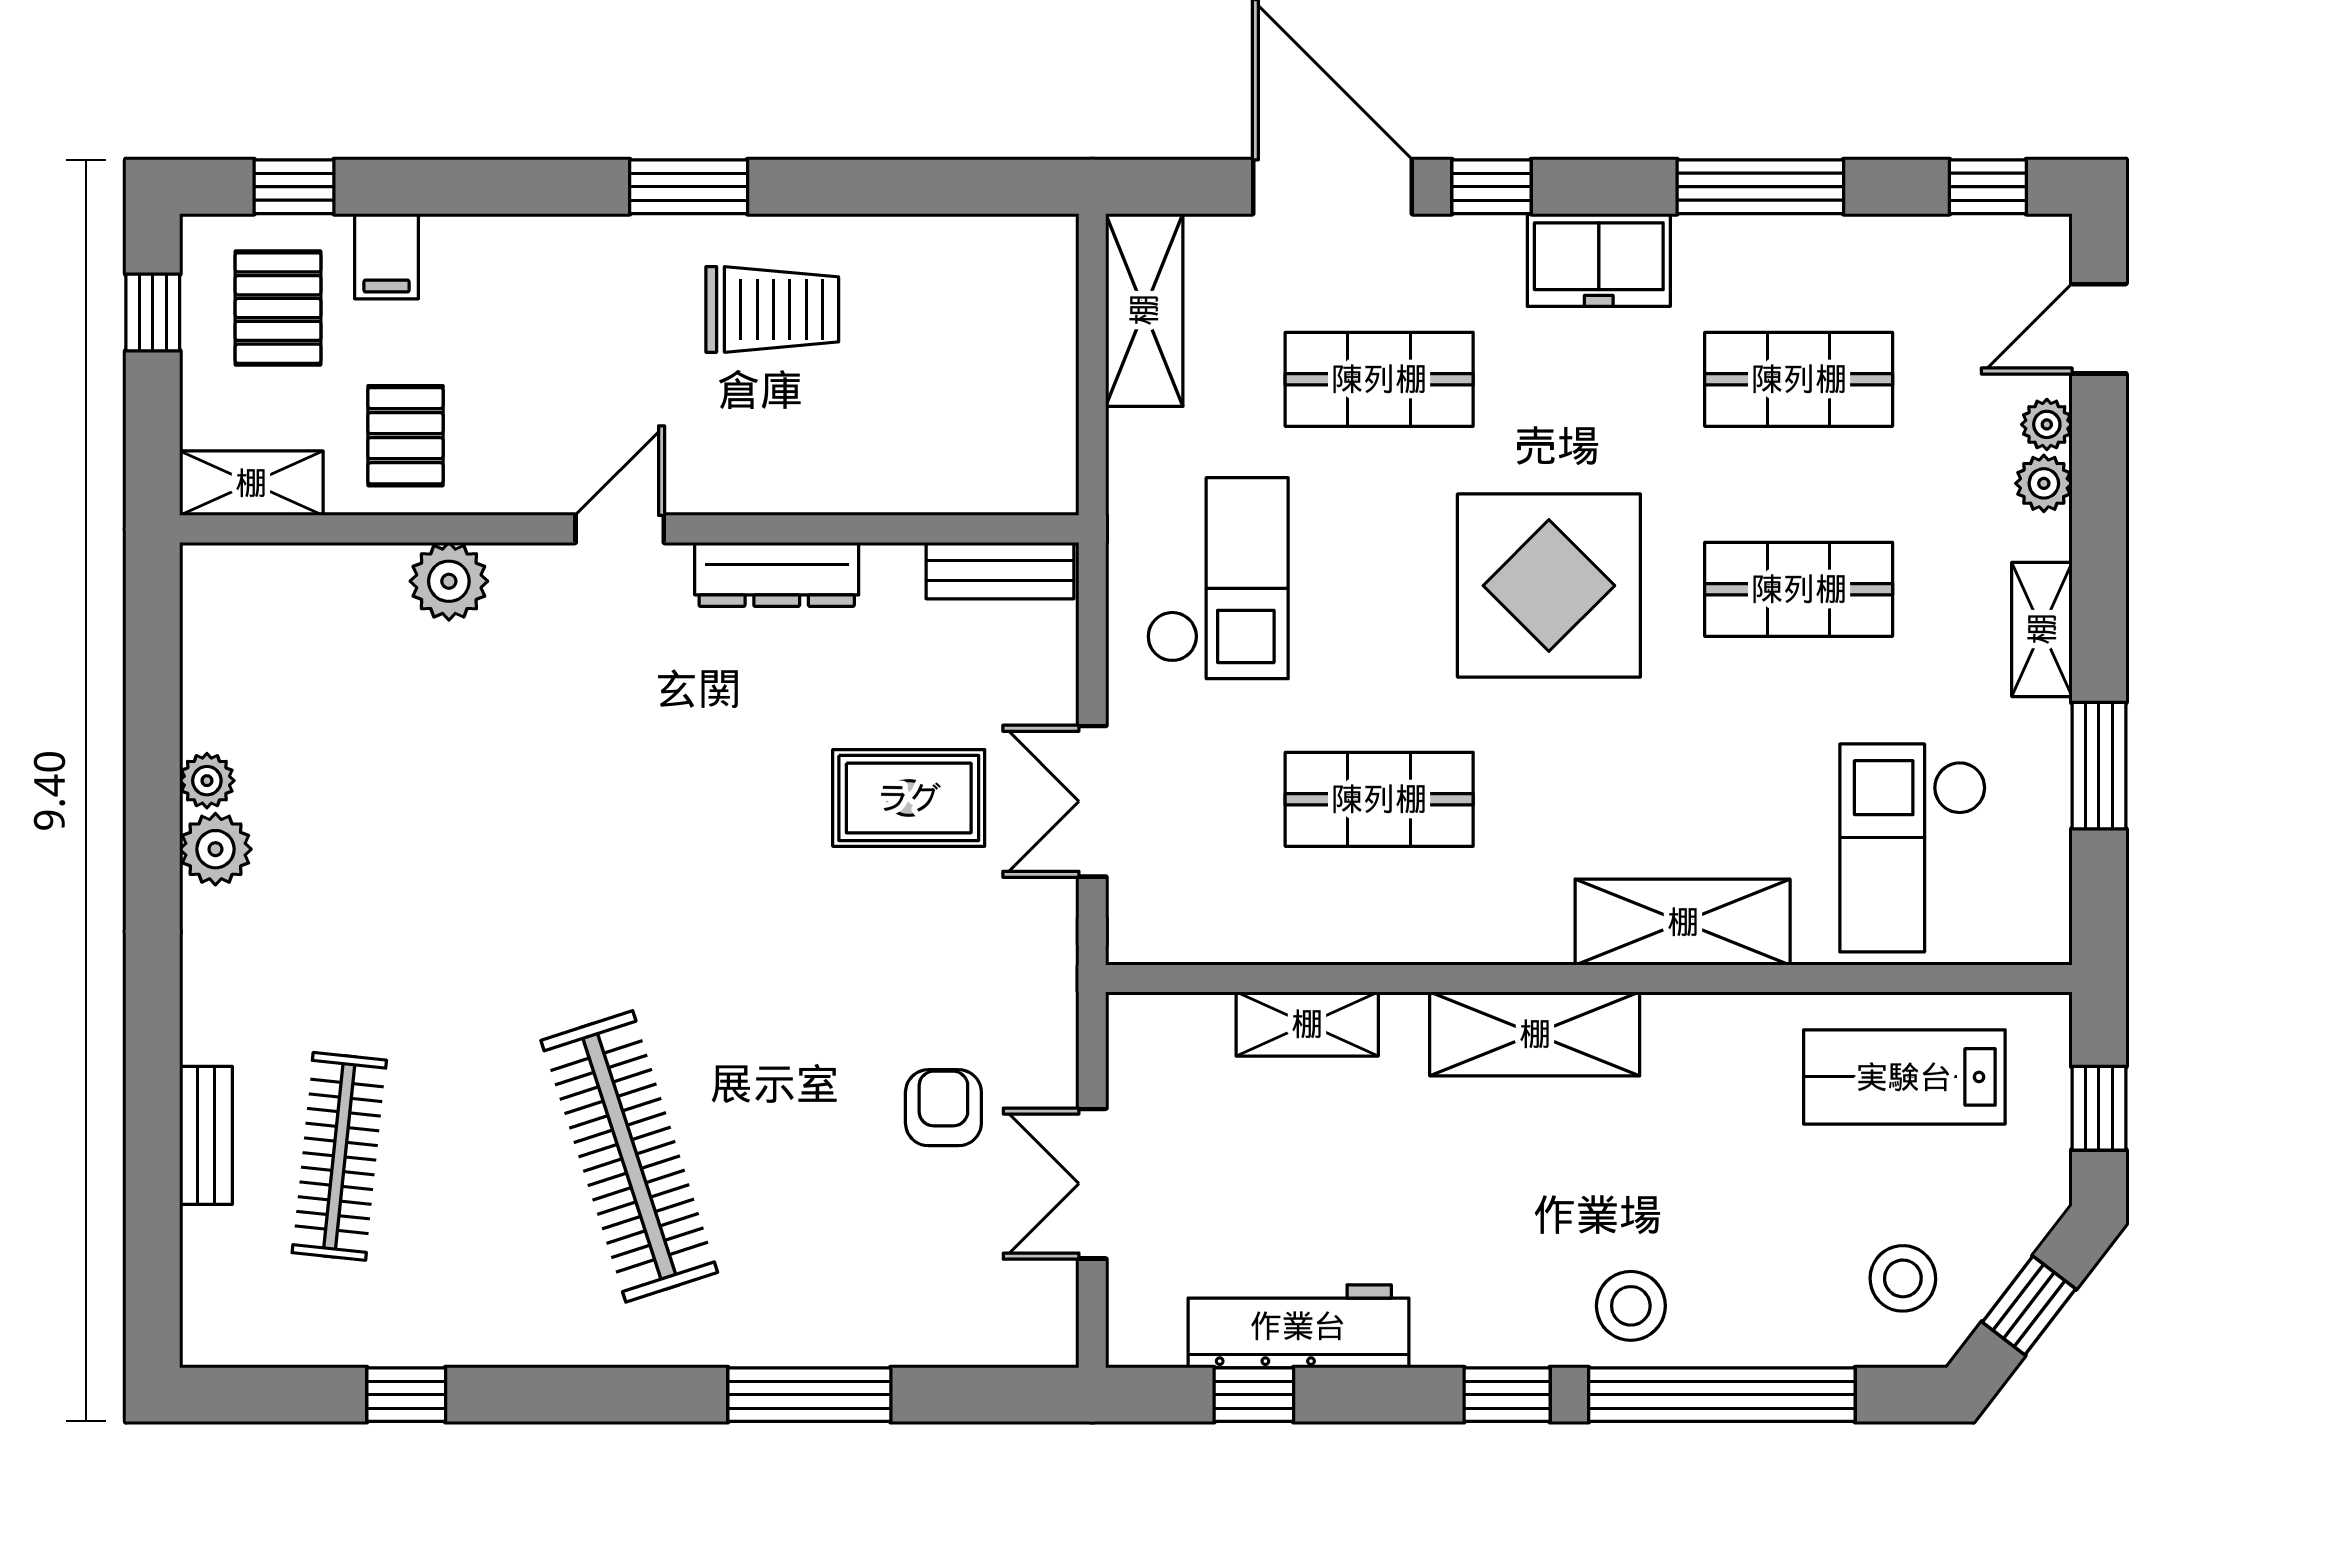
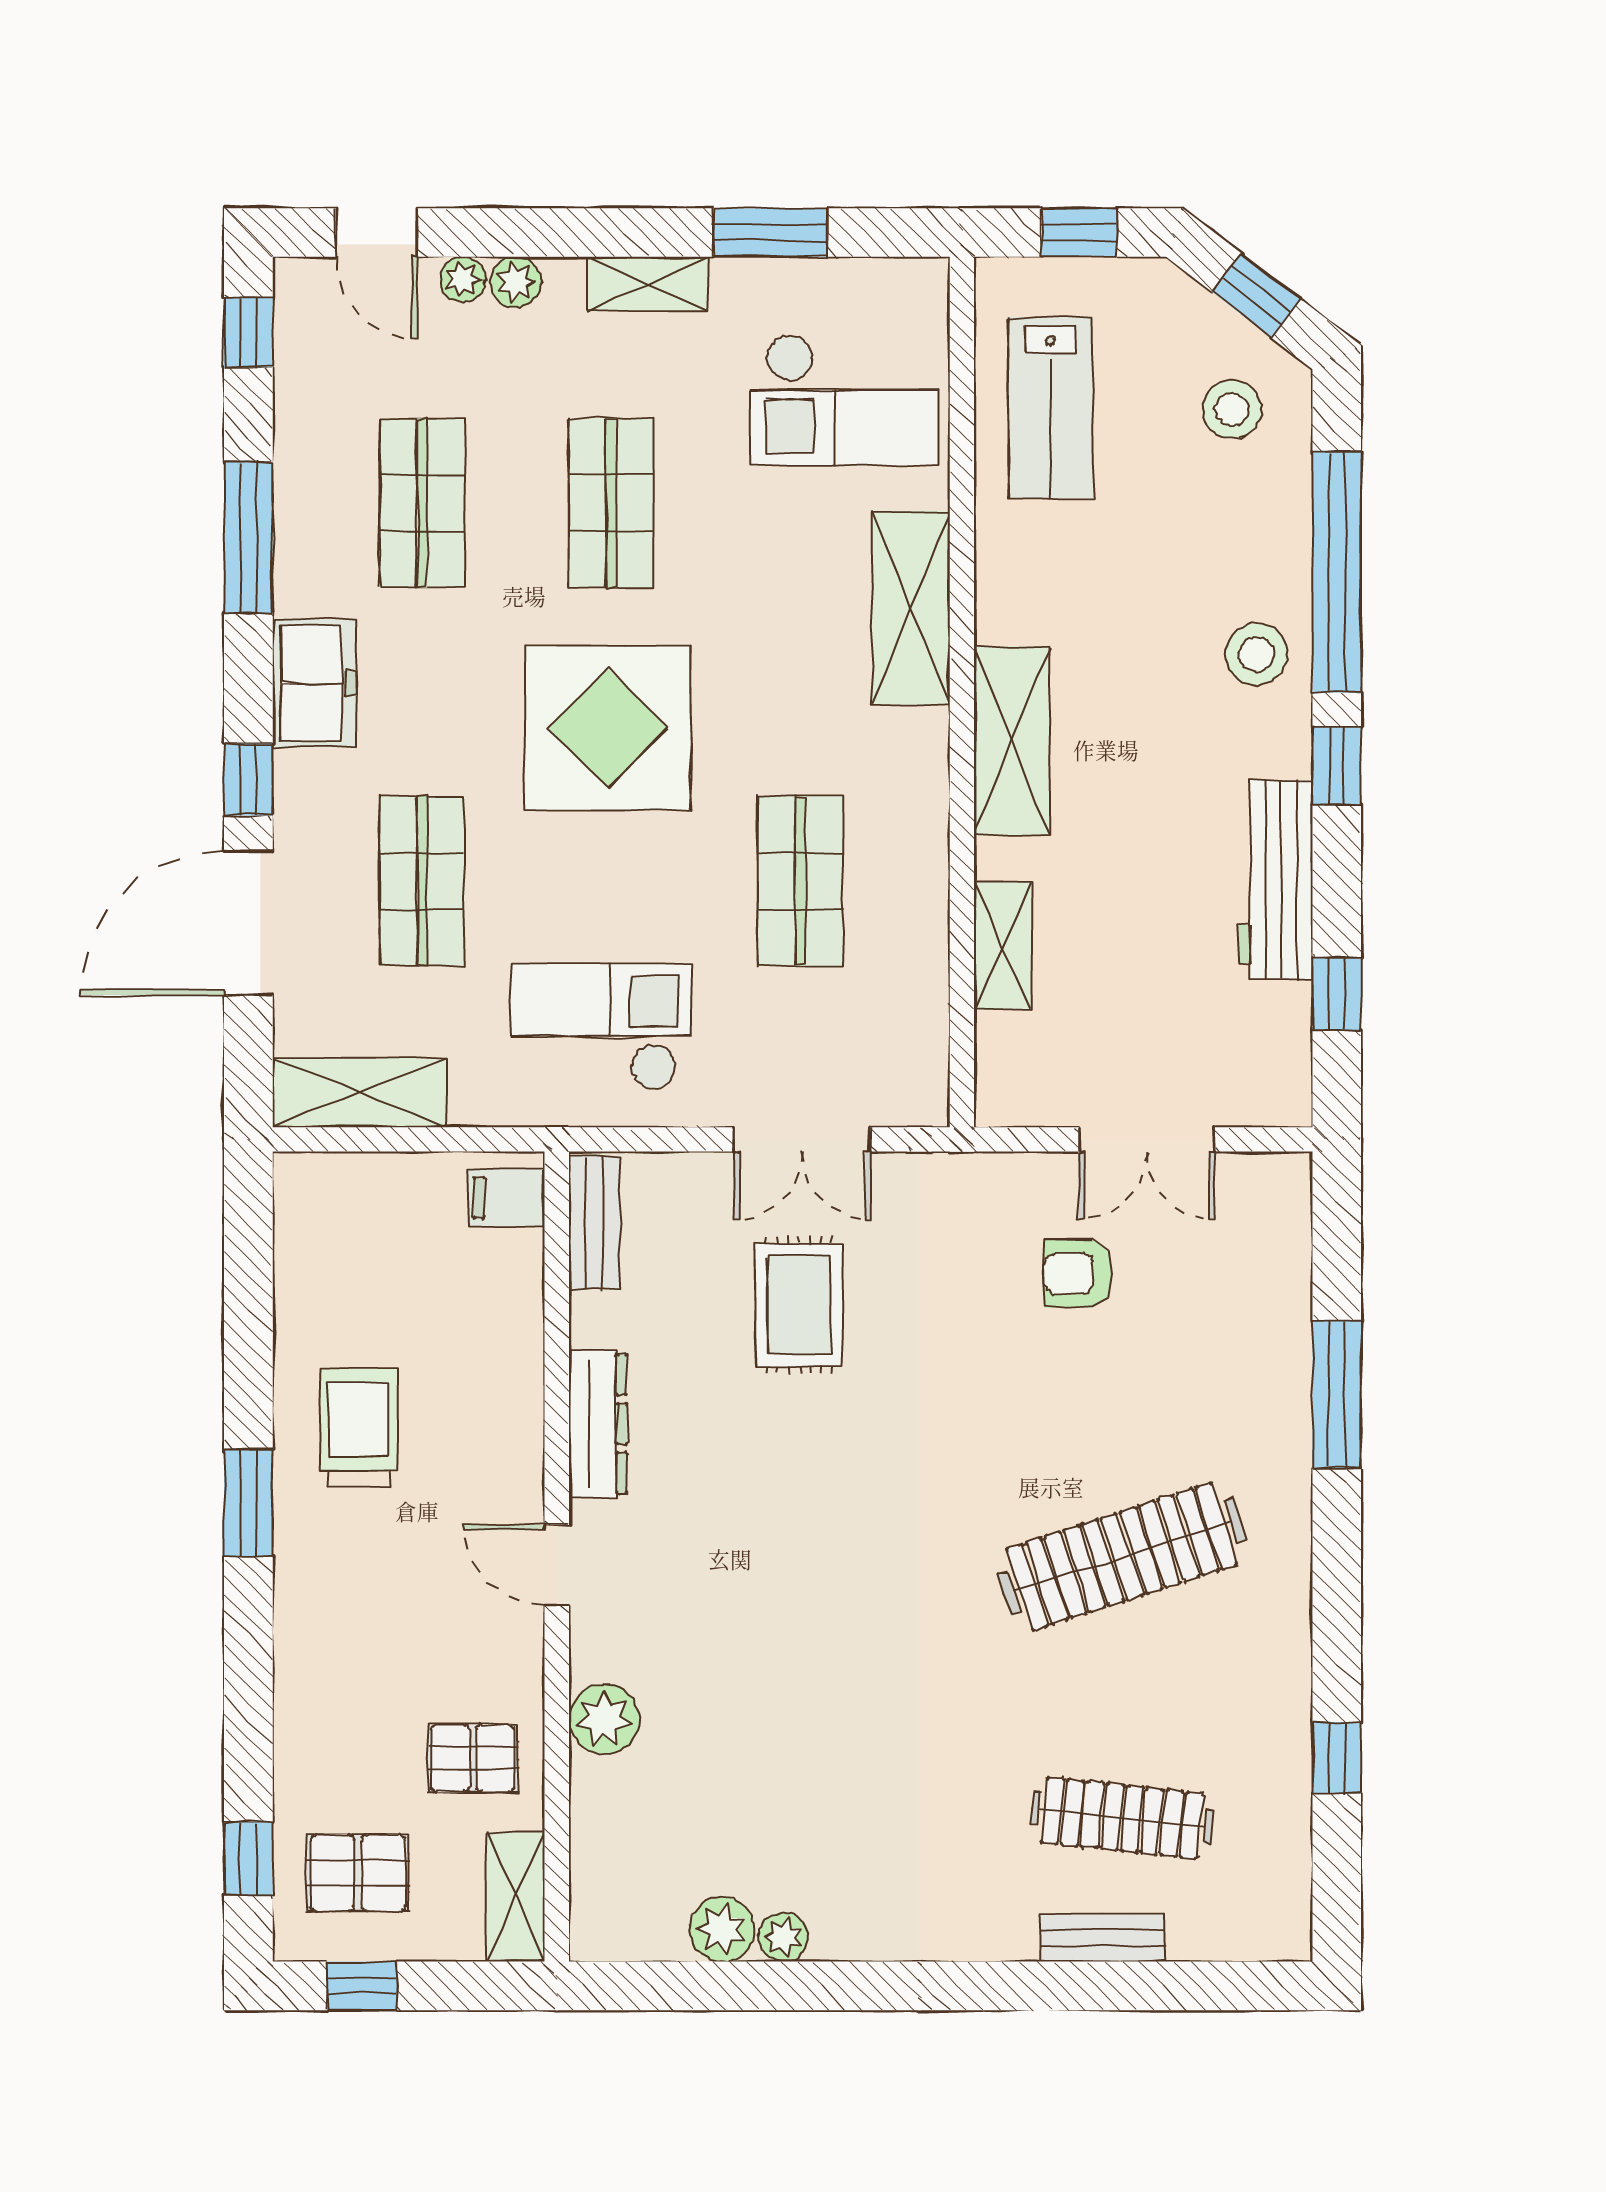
filing cabinet: (387, 256) -> (506, 1198), moved, turned 180
plant: (215, 849) -> (722, 1929), moved
workbench: (1298, 1326) -> (1275, 880), moved

